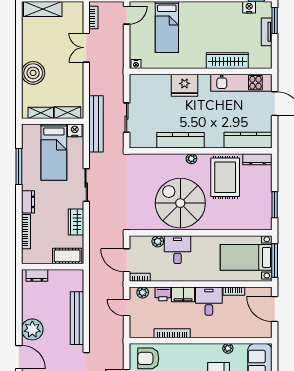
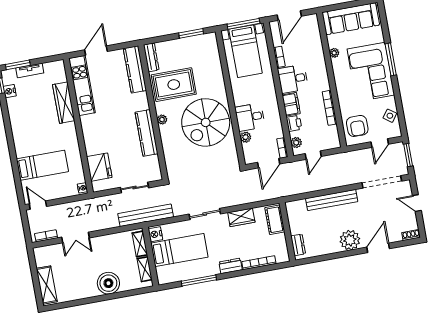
fridge: (185, 85) -> (99, 167), moved

